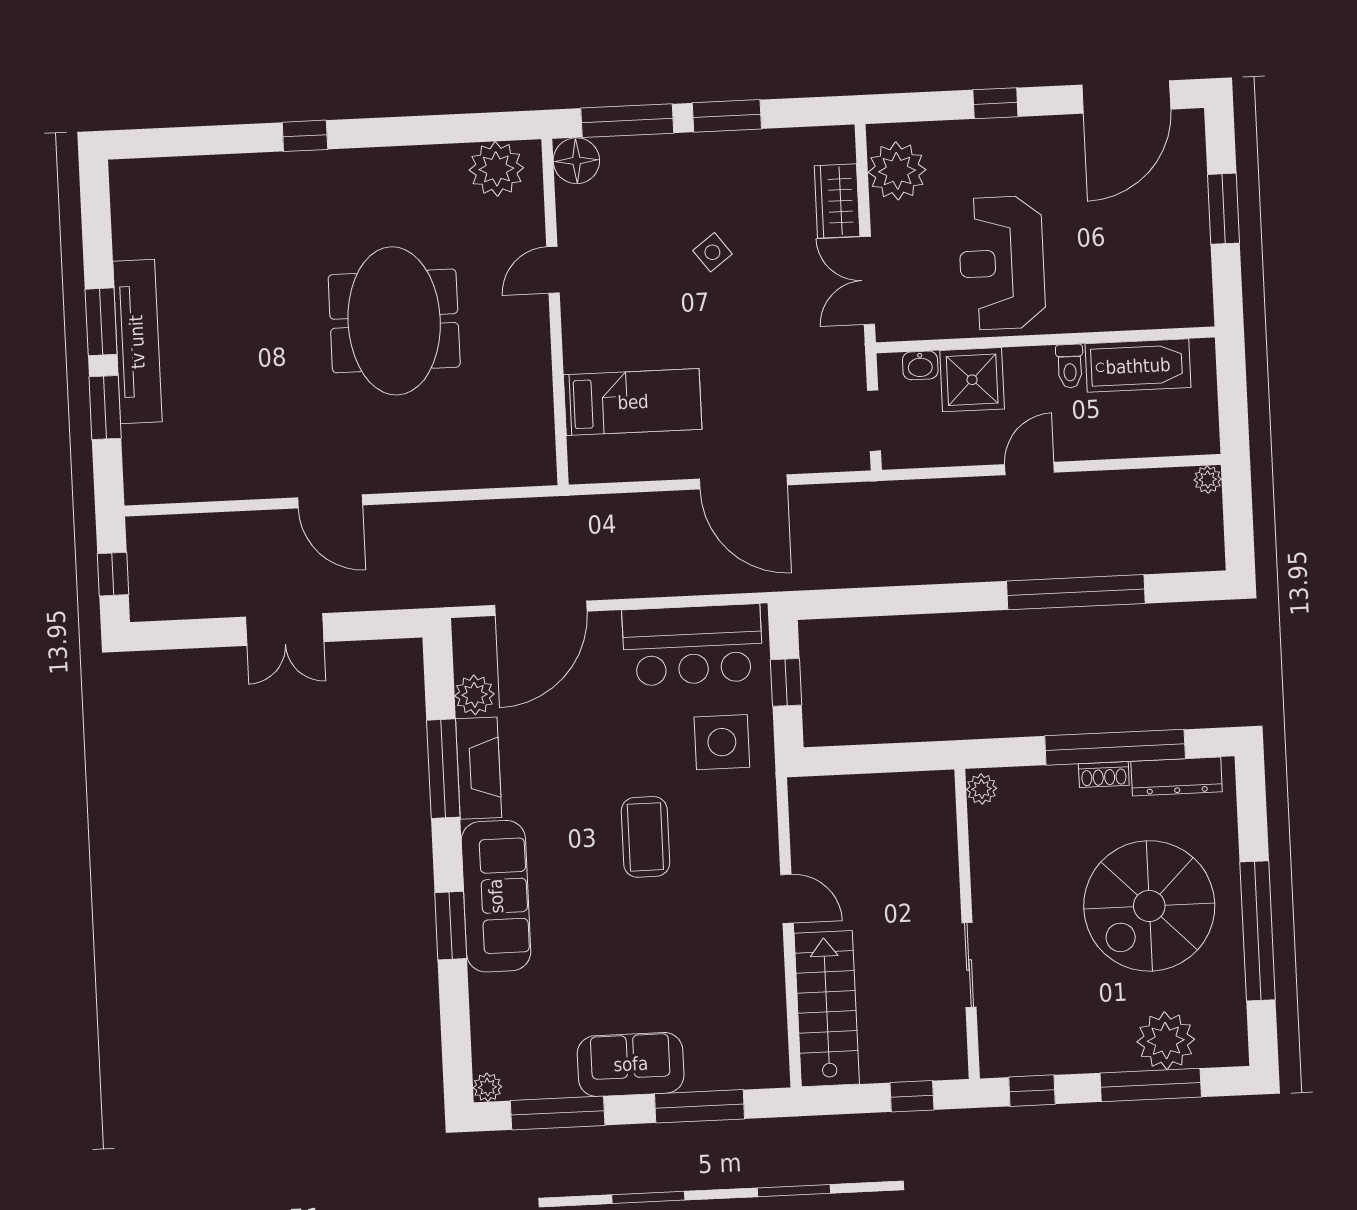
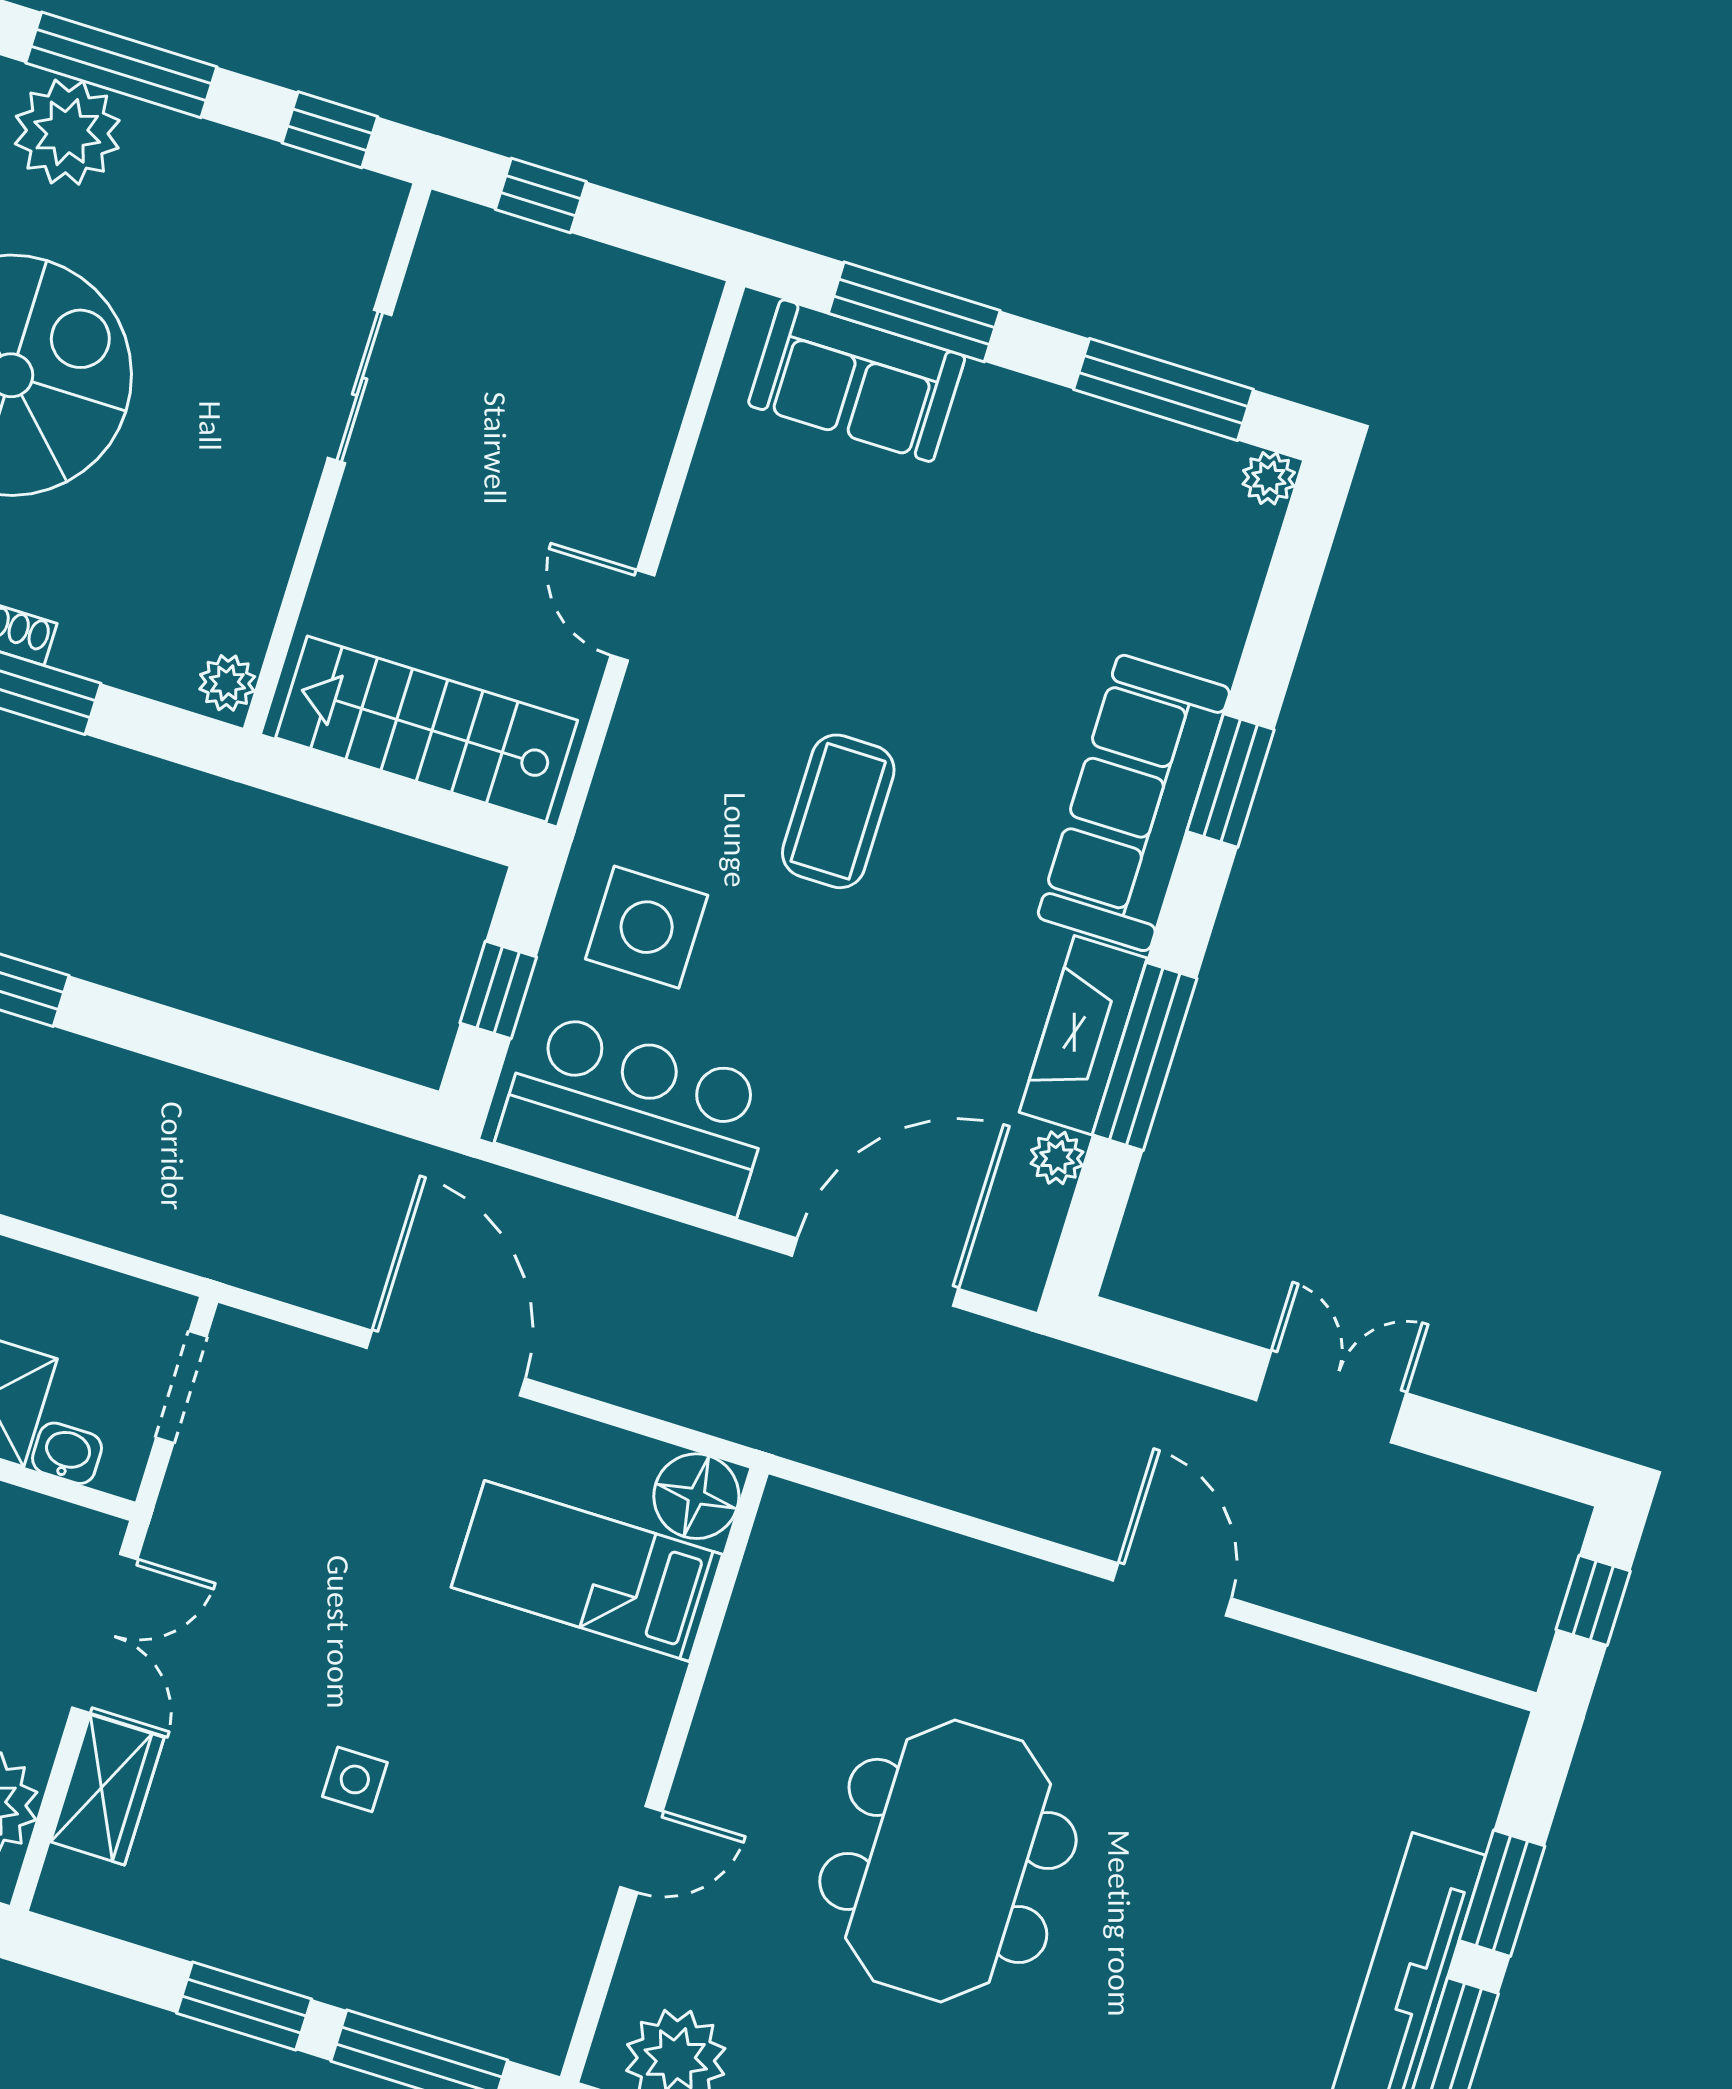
floor lamp: (576, 161) -> (696, 1496), moved
side table: (712, 252) -> (355, 1779), turned 37
plant: (474, 695) -> (1057, 1158), width x0.73, depth x0.73
stairs: (827, 1009) -> (427, 729), moved, turned 90
sofa: (631, 1064) -> (857, 381), moved

